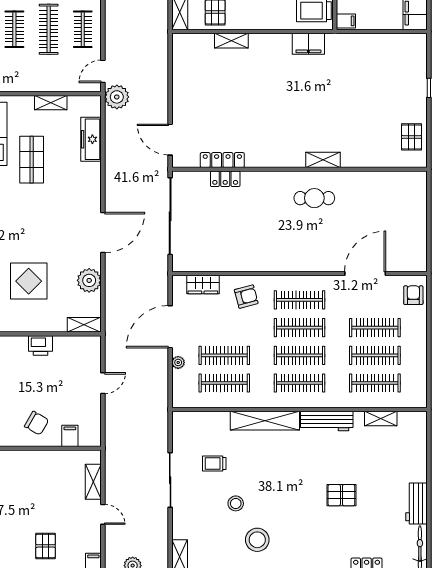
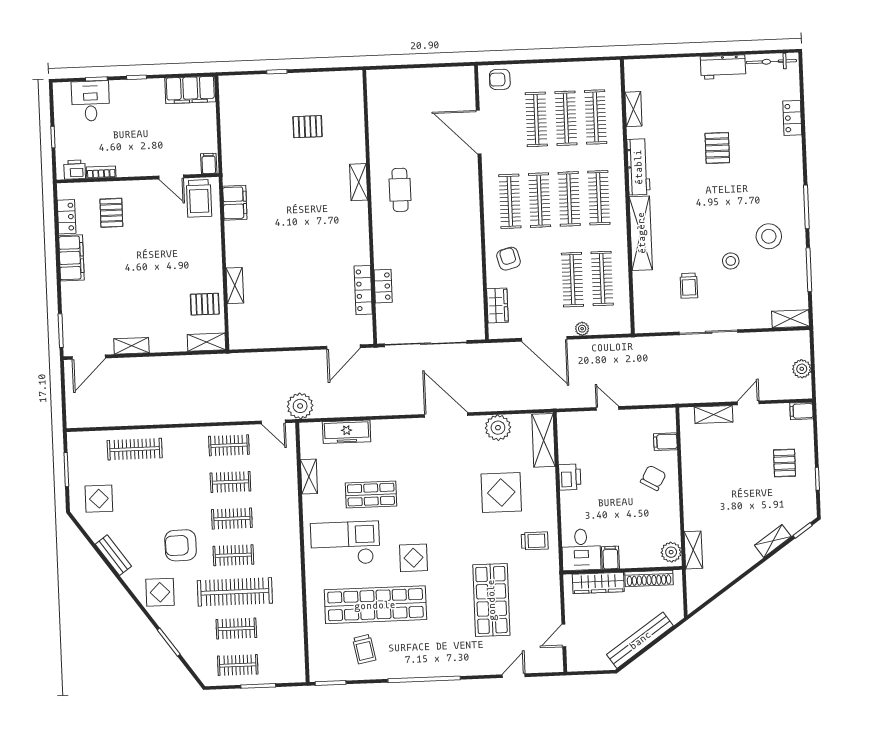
clothes rail: (49, 29) -> (230, 482), width x0.73
pallet: (412, 137) -> (308, 127), moved
shelving: (84, 325) -> (543, 440), width x1.50, depth x1.33
pallet: (46, 546) -> (785, 463), turned 90

